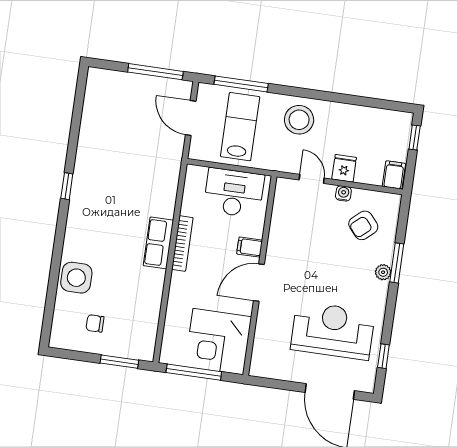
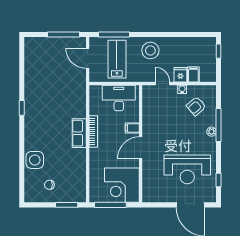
filing cabinet: (394, 175) -> (193, 75), moved
window: (397, 263) -> (219, 125), width x1.44
reception desk: (333, 331) -> (187, 169), turned 180

